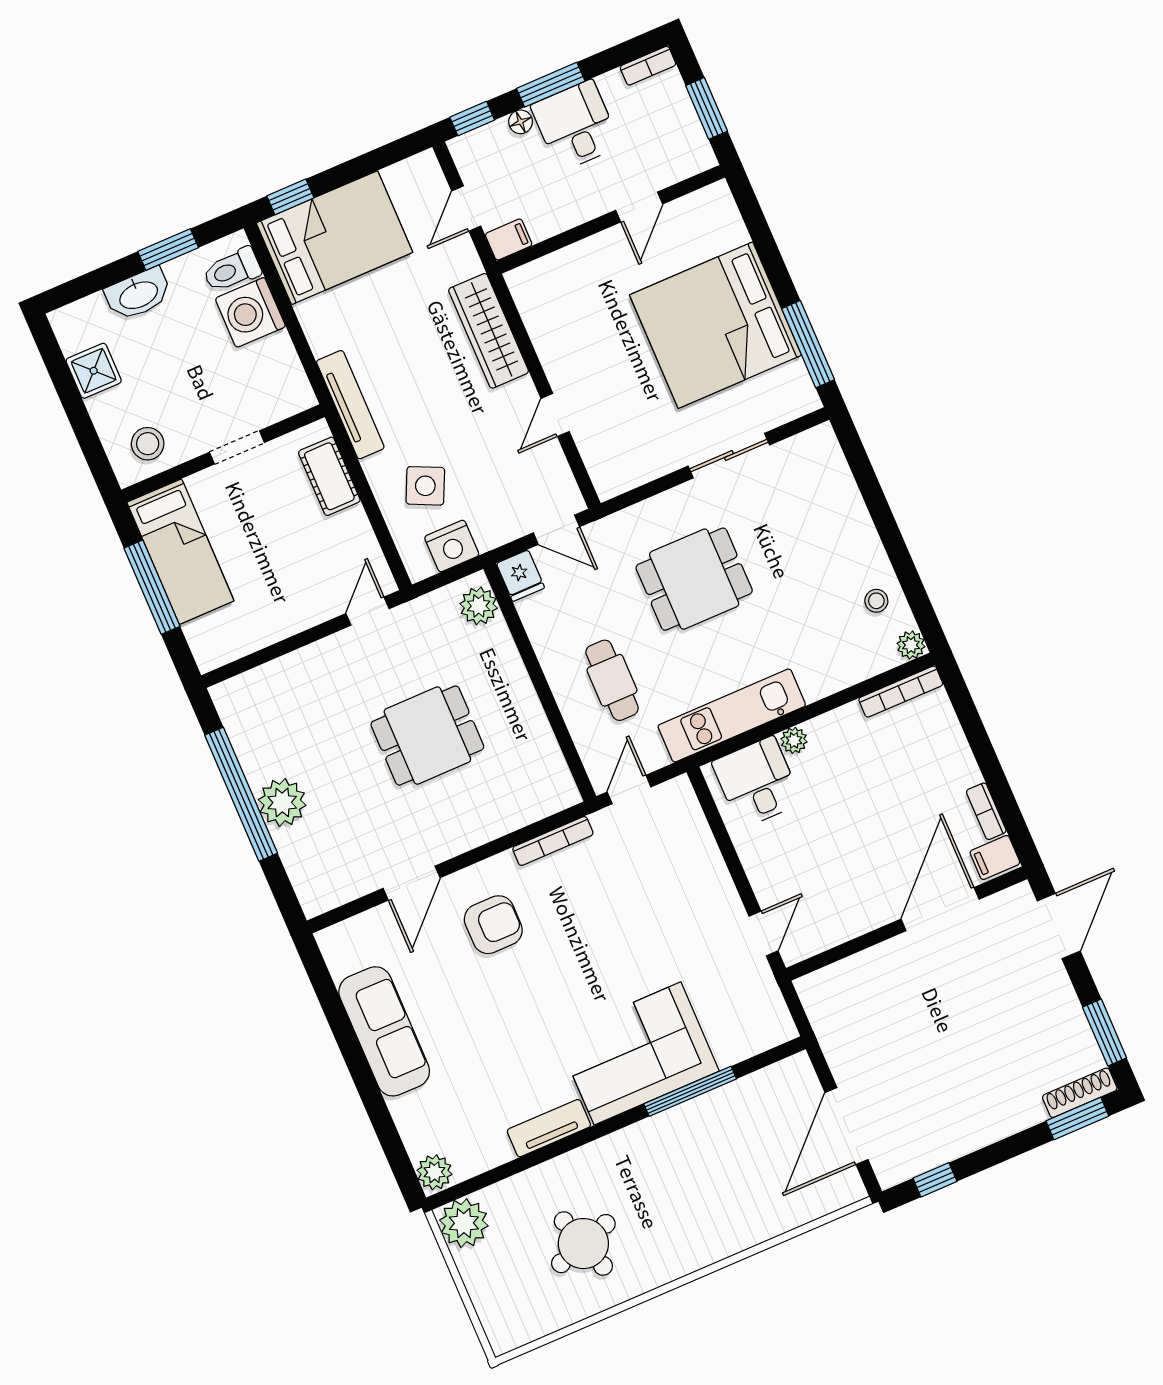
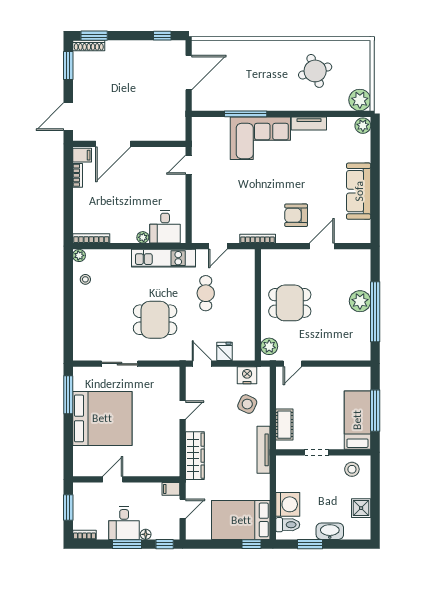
plant: (479, 606) -> (269, 346), moved
wall: (540, 682) -> (258, 305), moved

